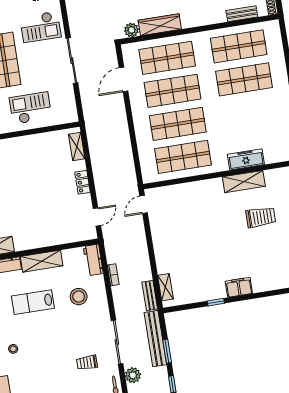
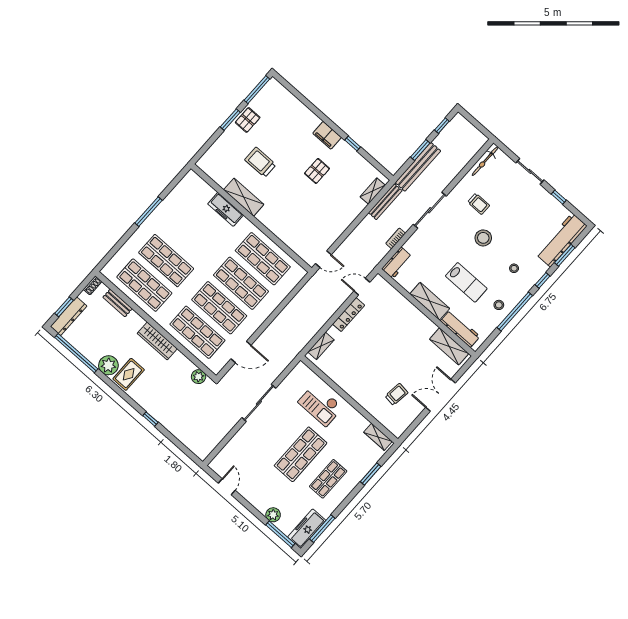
wardrobe: (160, 25) -> (157, 341), moved
checkout: (40, 27) -> (253, 448), removed
locker: (83, 182) -> (349, 315), width x1.53
pallet: (217, 256) -> (317, 171), added
bench: (150, 296) -> (385, 202), width x1.36
stool: (79, 297) -> (483, 238), moved
sliding door: (117, 342) -> (430, 210), moved
plant: (133, 375) -> (460, 161), removed

